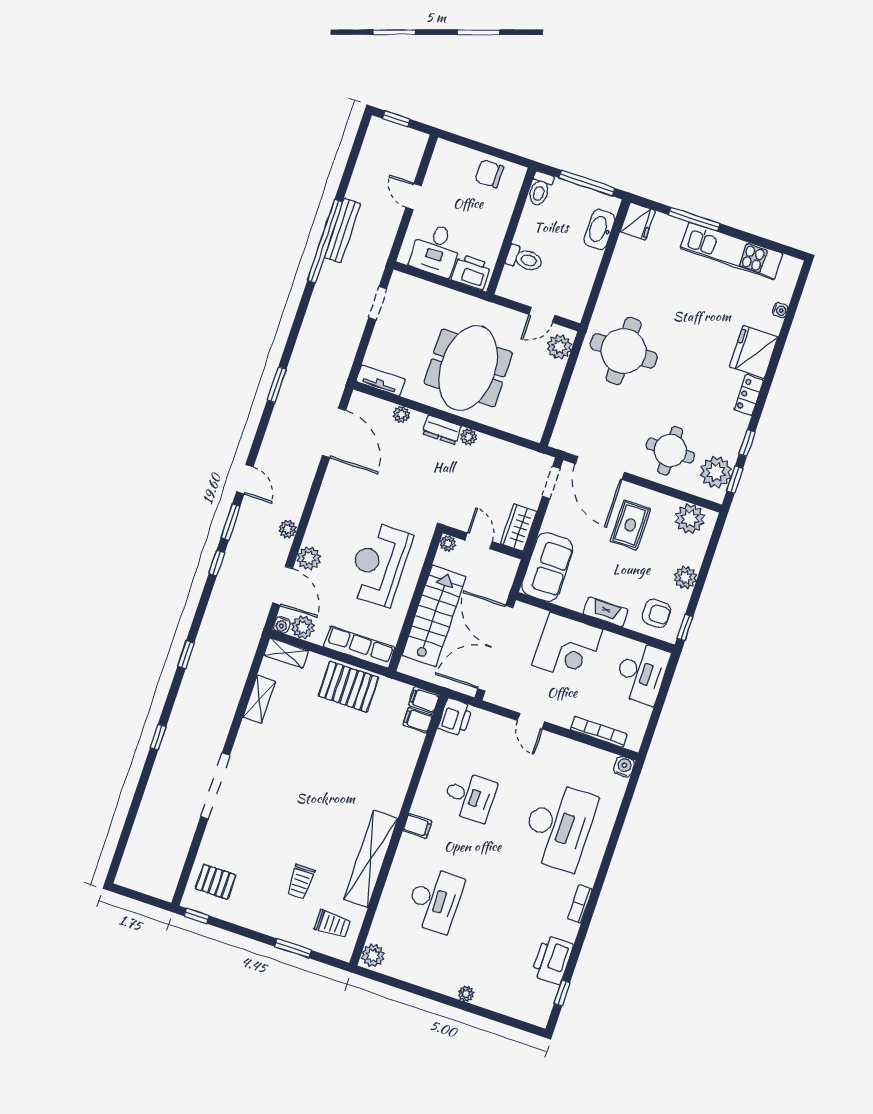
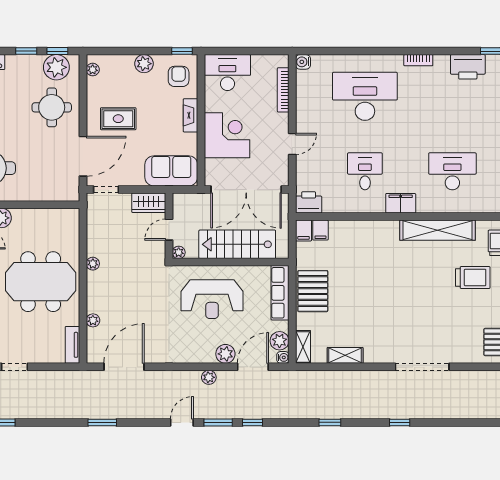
dresser: (442, 430) -> (94, 286), removed
plant: (690, 519) -> (93, 70), width x0.53, depth x0.53
filing cabinet: (417, 826) -> (401, 203), width x2.00
trolley: (301, 882) -> (473, 277), width x1.36, depth x1.39

